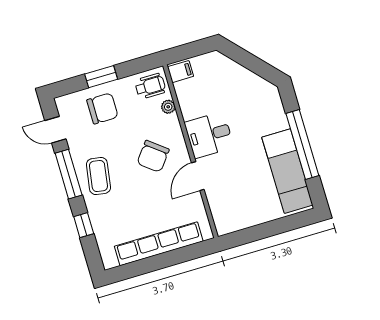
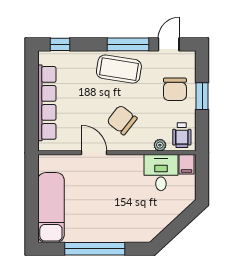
desk: (209, 135) -> (161, 173), moved
exam couch: (287, 171) -> (51, 208), moved, turned 90
coffee table: (98, 176) -> (119, 69), width x1.36, depth x1.32
window: (84, 225) -> (60, 44), moved

